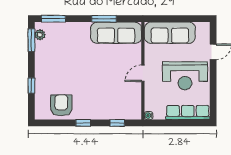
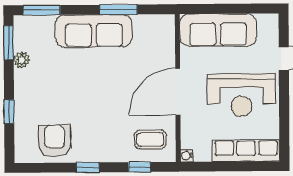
sofa: (116, 33) -> (94, 31), moved
plant: (40, 35) -> (22, 60), moved
door: (143, 73) -> (178, 92), width x1.88
coffee table: (125, 105) -> (150, 140), added

